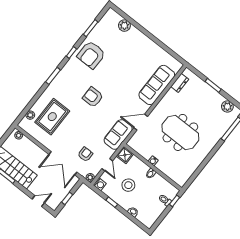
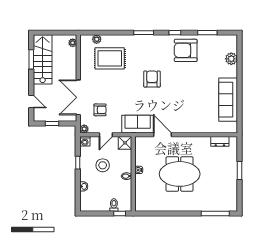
sofa: (157, 85) -> (228, 100), moved, turned -90
plant: (227, 107) -> (231, 196), removed
meeting table: (180, 132) -> (180, 174), turned 90

